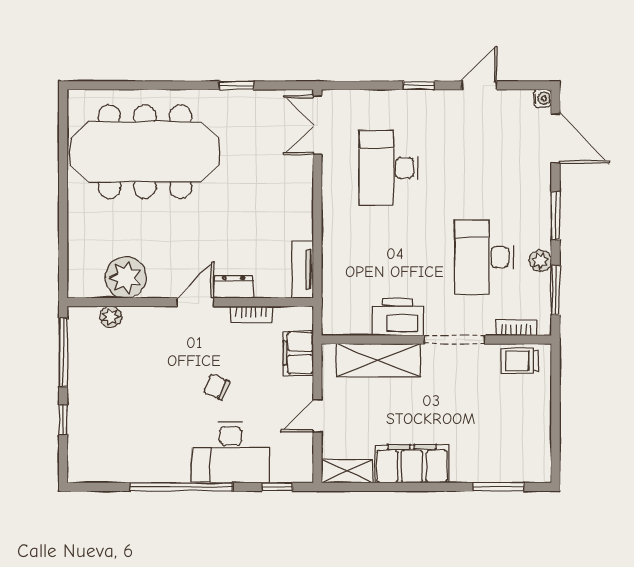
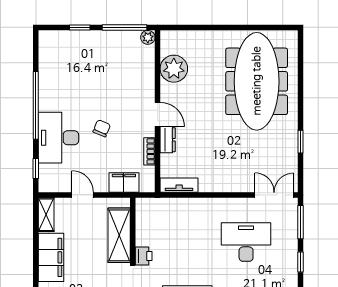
window: (358, 85) -> (300, 222), added
plant: (111, 317) -> (148, 37), moved
printer: (398, 317) -> (144, 256), width x0.53, depth x0.68

